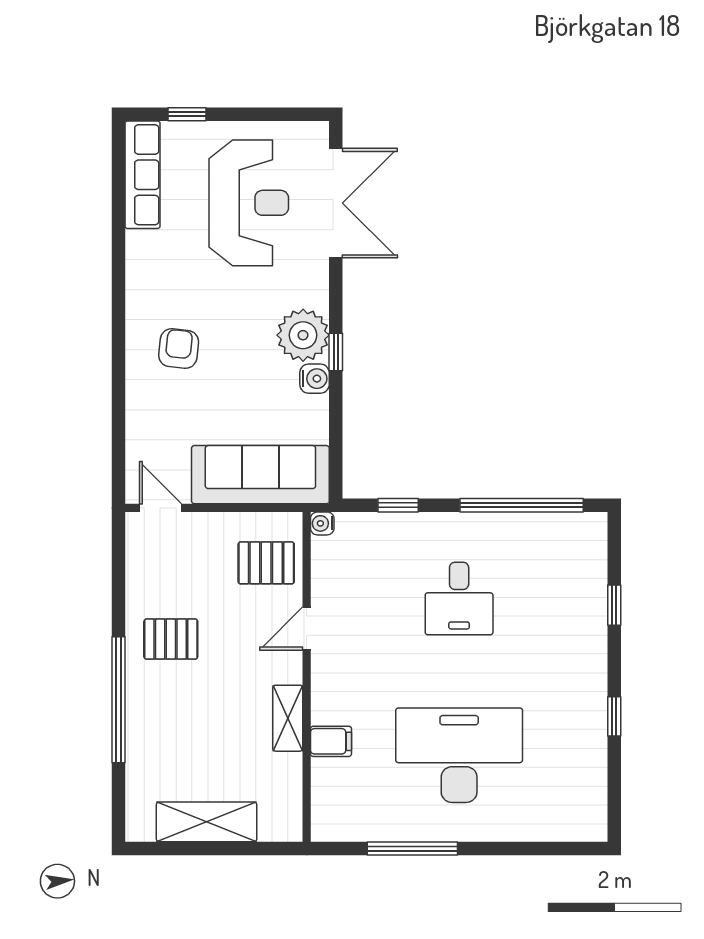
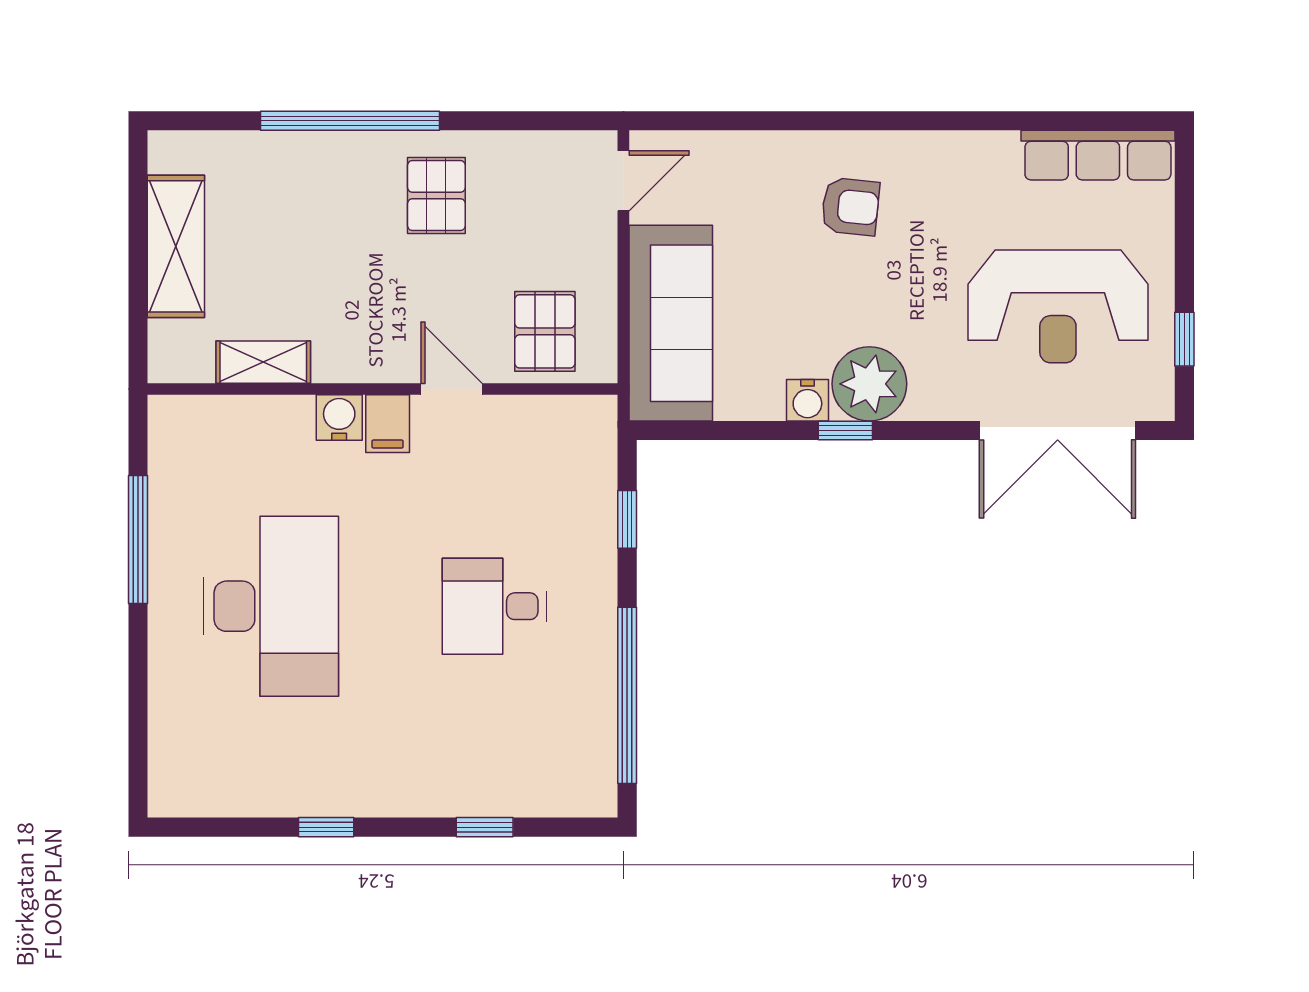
window: (187, 114) -> (1184, 339), moved
water cooler: (322, 523) -> (339, 418), moved, width x1.38, depth x1.38
shelving: (288, 718) -> (263, 362), moved
filing cabinet: (331, 741) -> (388, 424), moved

